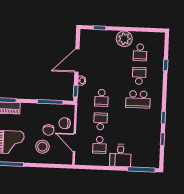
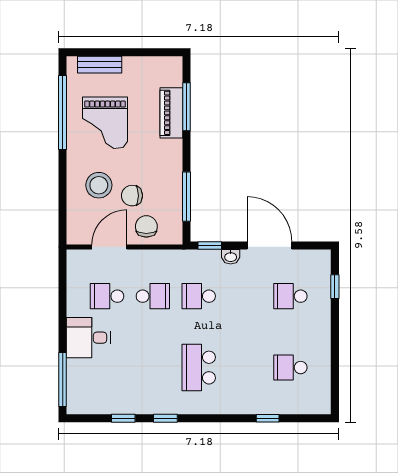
plant: (124, 39) -> (316, 336), removed
school desk: (139, 76) -> (290, 296), moved, turned 180

